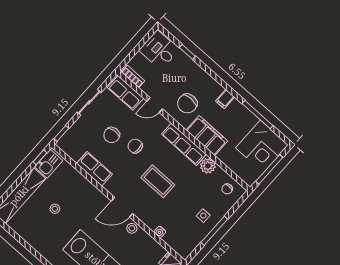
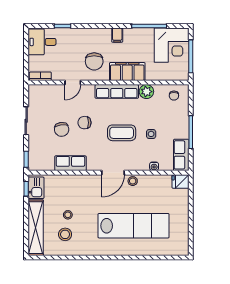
row of seats: (126, 93) -> (181, 155), moved, turned 90
side table: (203, 216) -> (151, 134), moved
stool: (38, 223) -> (65, 234), added

